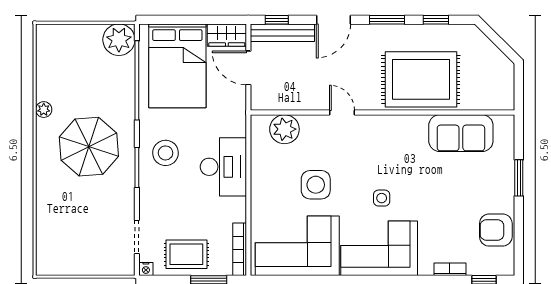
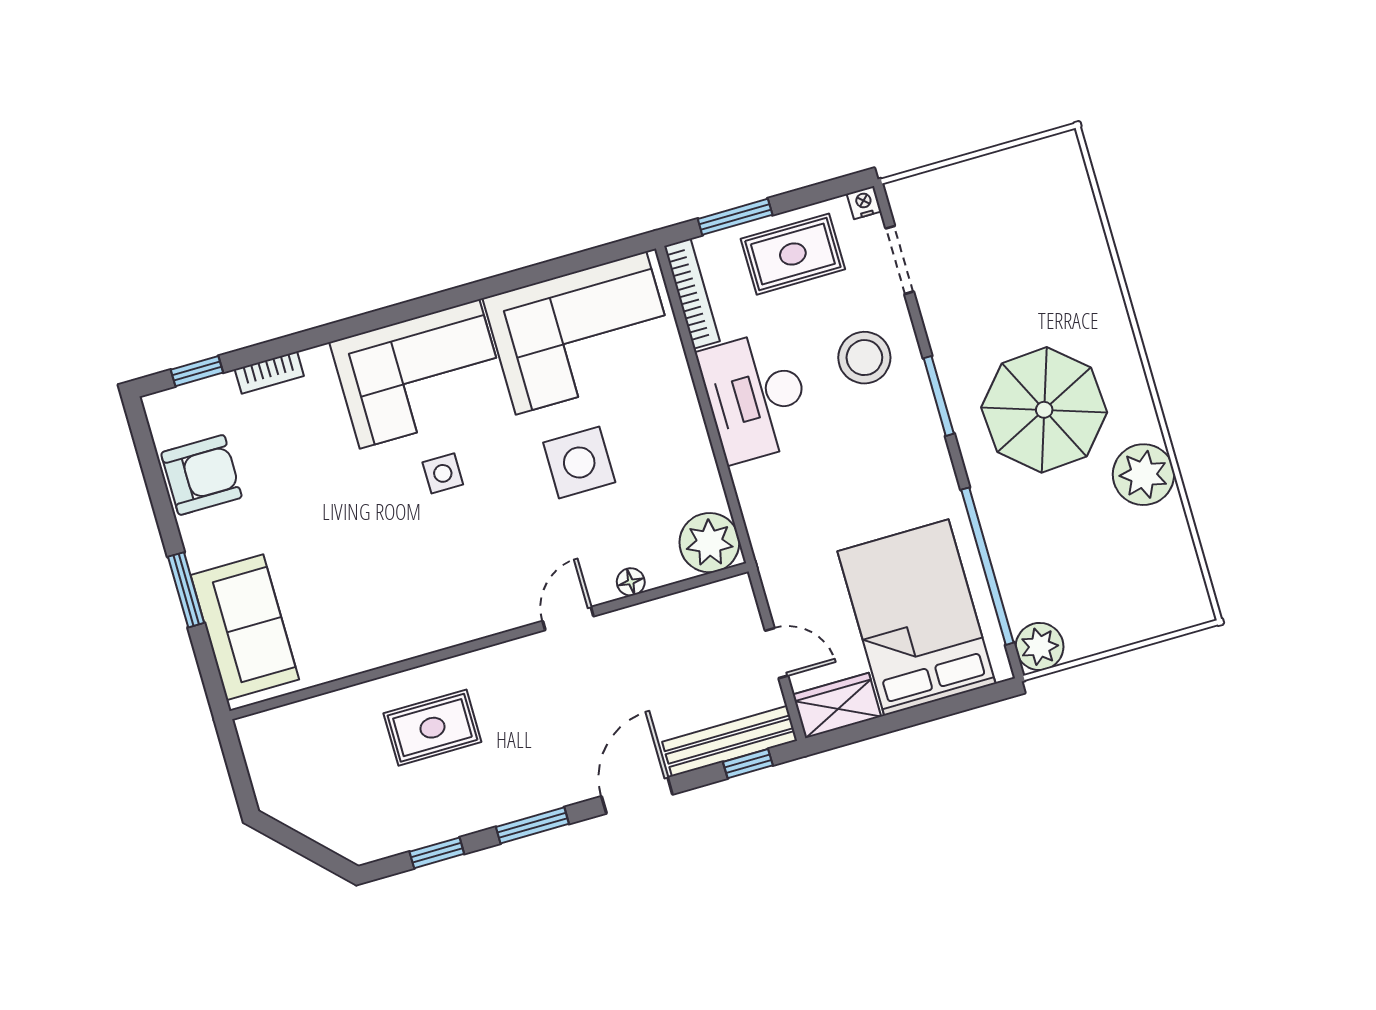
plant: (119, 40) -> (1040, 647), width x0.73, depth x0.73
door: (248, 68) -> (776, 653), width x0.73
rug: (421, 79) -> (432, 728), width x0.54, depth x0.49
plant: (44, 110) -> (1143, 475), width x1.88, depth x1.88
door: (342, 113) -> (568, 619), swing flipped
floor lamp: (308, 121) -> (631, 582), added
plant: (284, 129) -> (709, 543), moved
sofa: (461, 133) -> (245, 627), moved, turned 90
stool: (166, 153) -> (864, 358), moved
desk: (223, 167) -> (756, 396), moved

